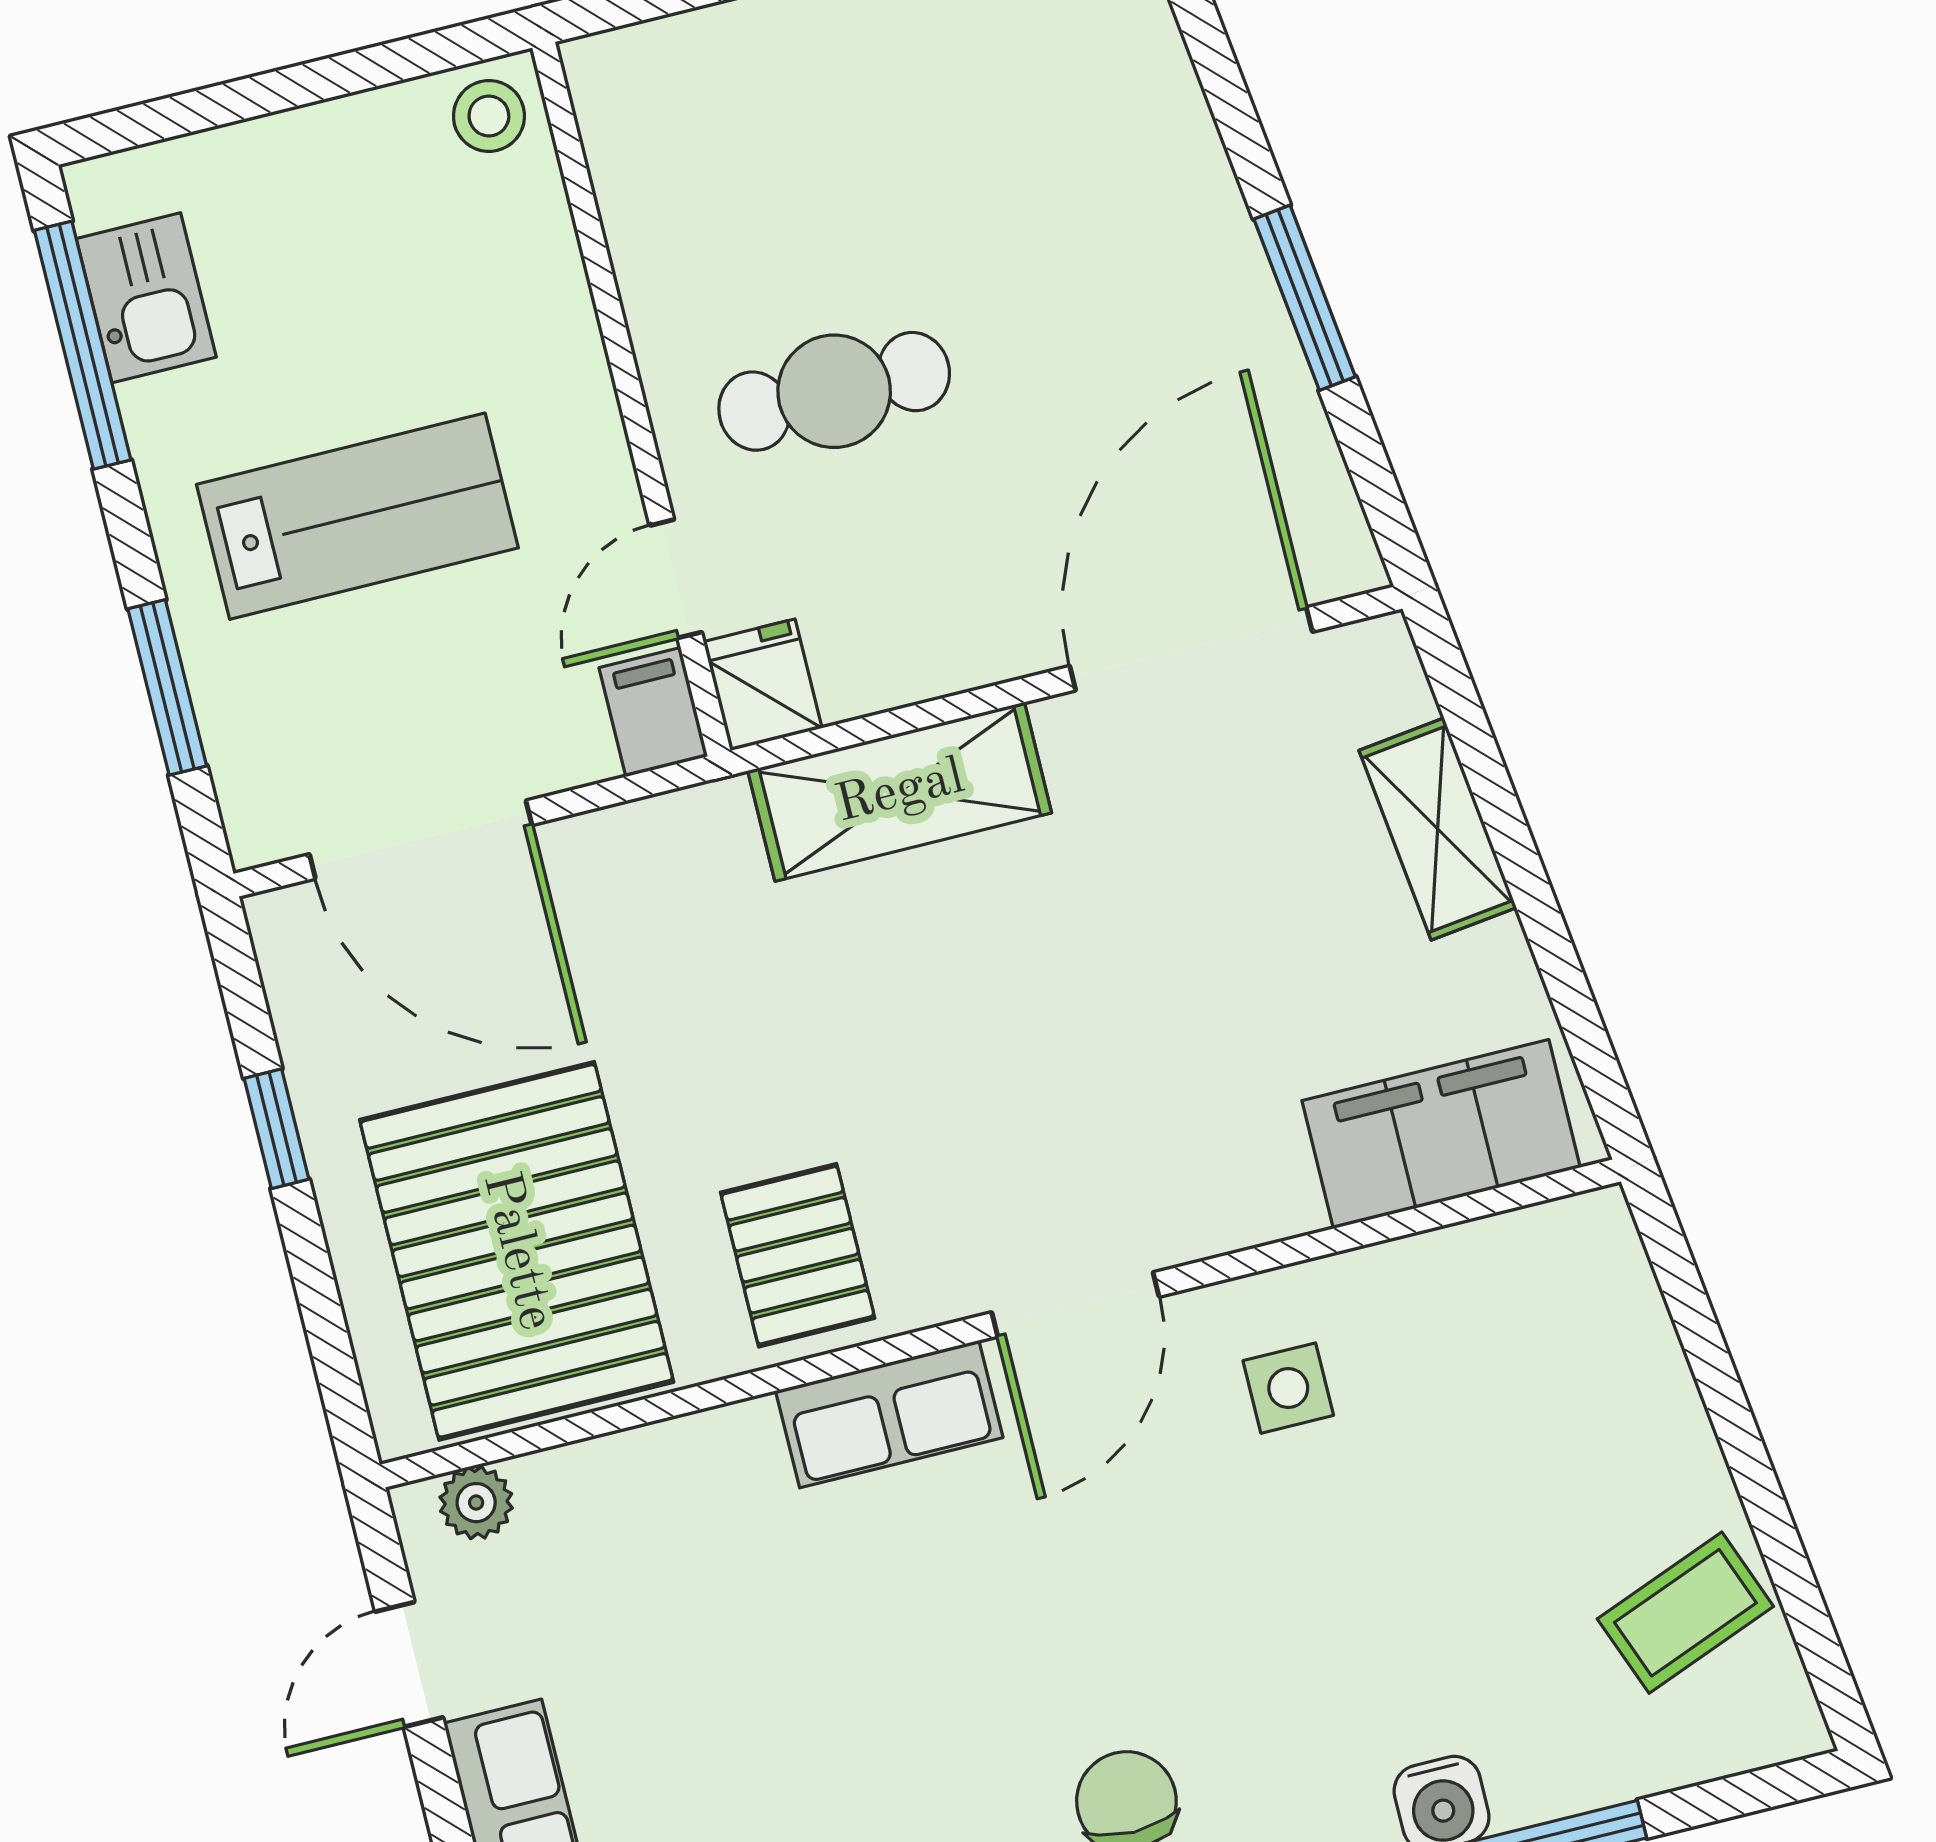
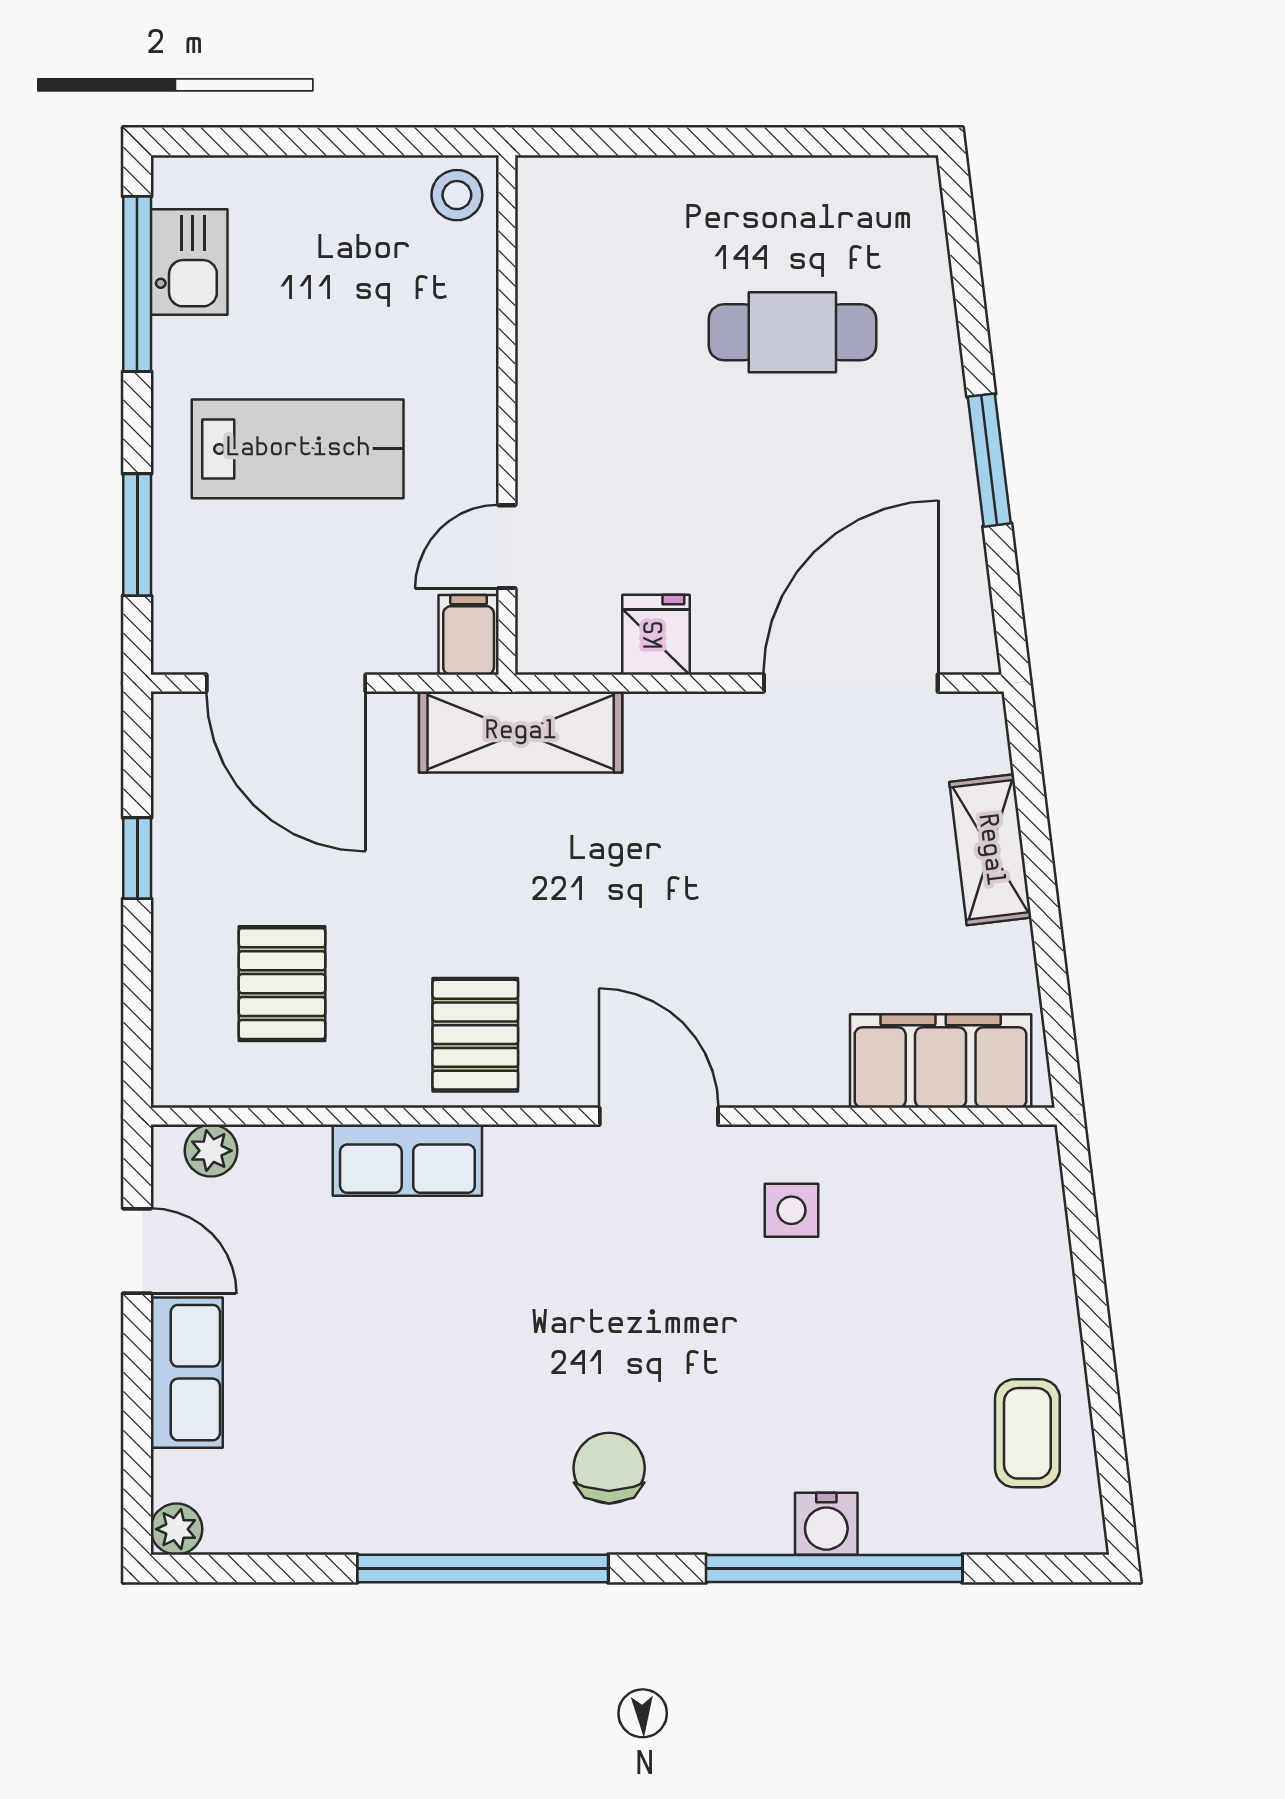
cafe table: (834, 391) -> (792, 332), moved
fridge: (763, 685) -> (656, 635), moved
shelving: (900, 792) -> (521, 732), moved
pallet: (517, 1251) -> (282, 984), width x0.49, depth x0.50
door: (1075, 1304) -> (659, 1116), swing flipped
row of seats: (889, 1414) -> (407, 1160), moved
coffee table: (1685, 1613) -> (1027, 1433), turned -69
door: (409, 1664) -> (137, 1251), swing flipped

